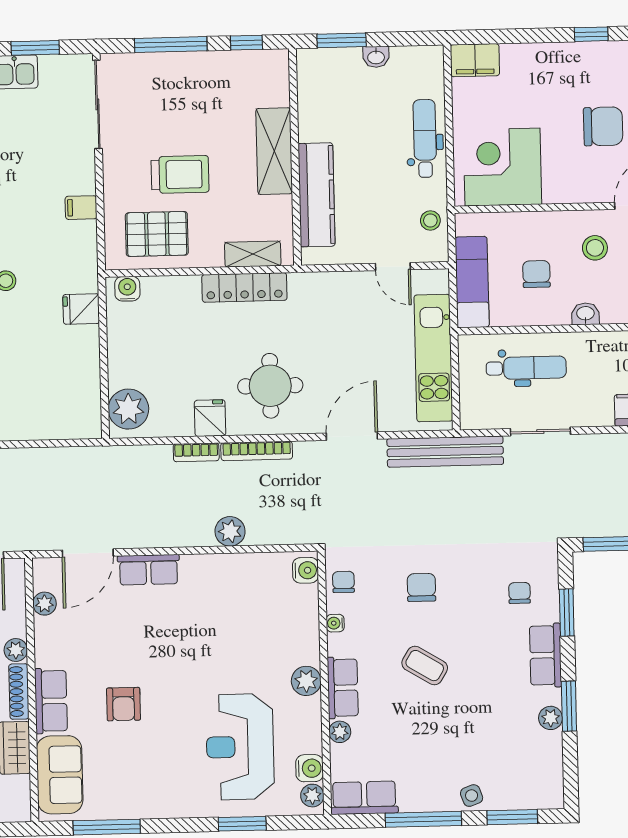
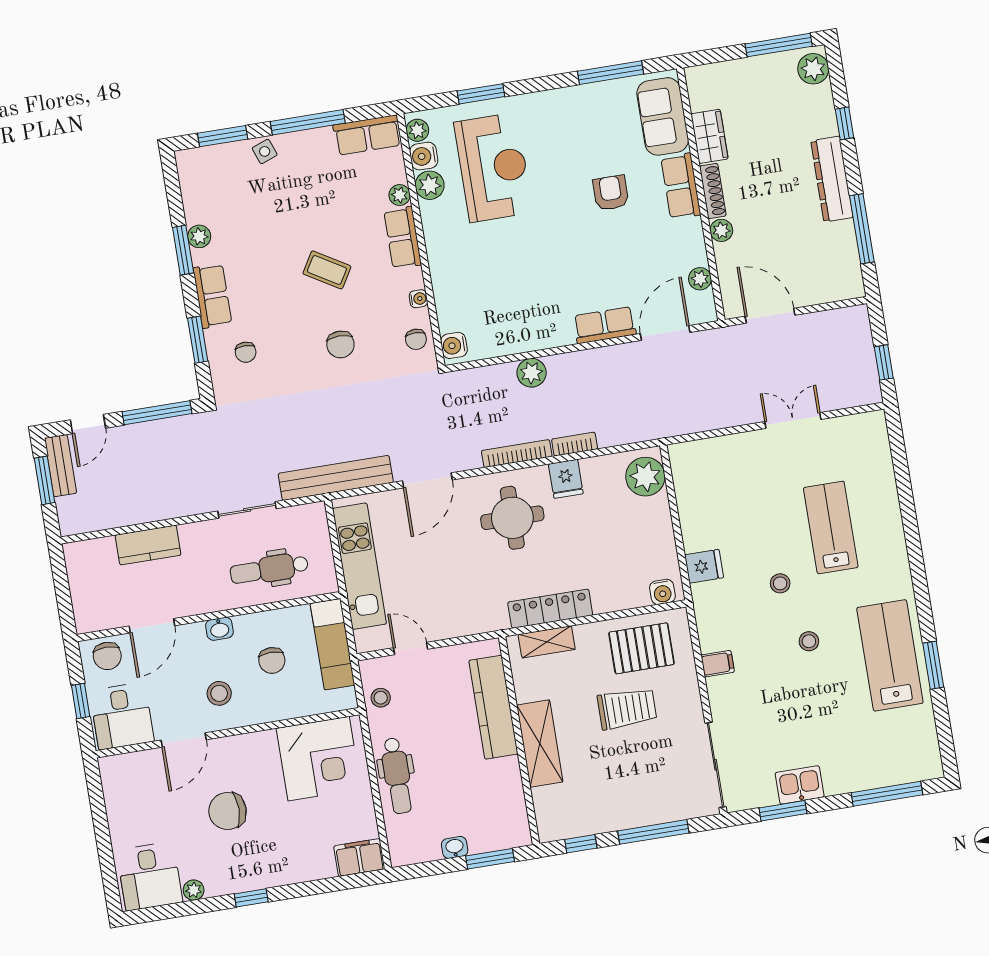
trolley: (180, 174) -> (627, 709), turned 180
plant: (306, 681) -> (430, 185), moved

